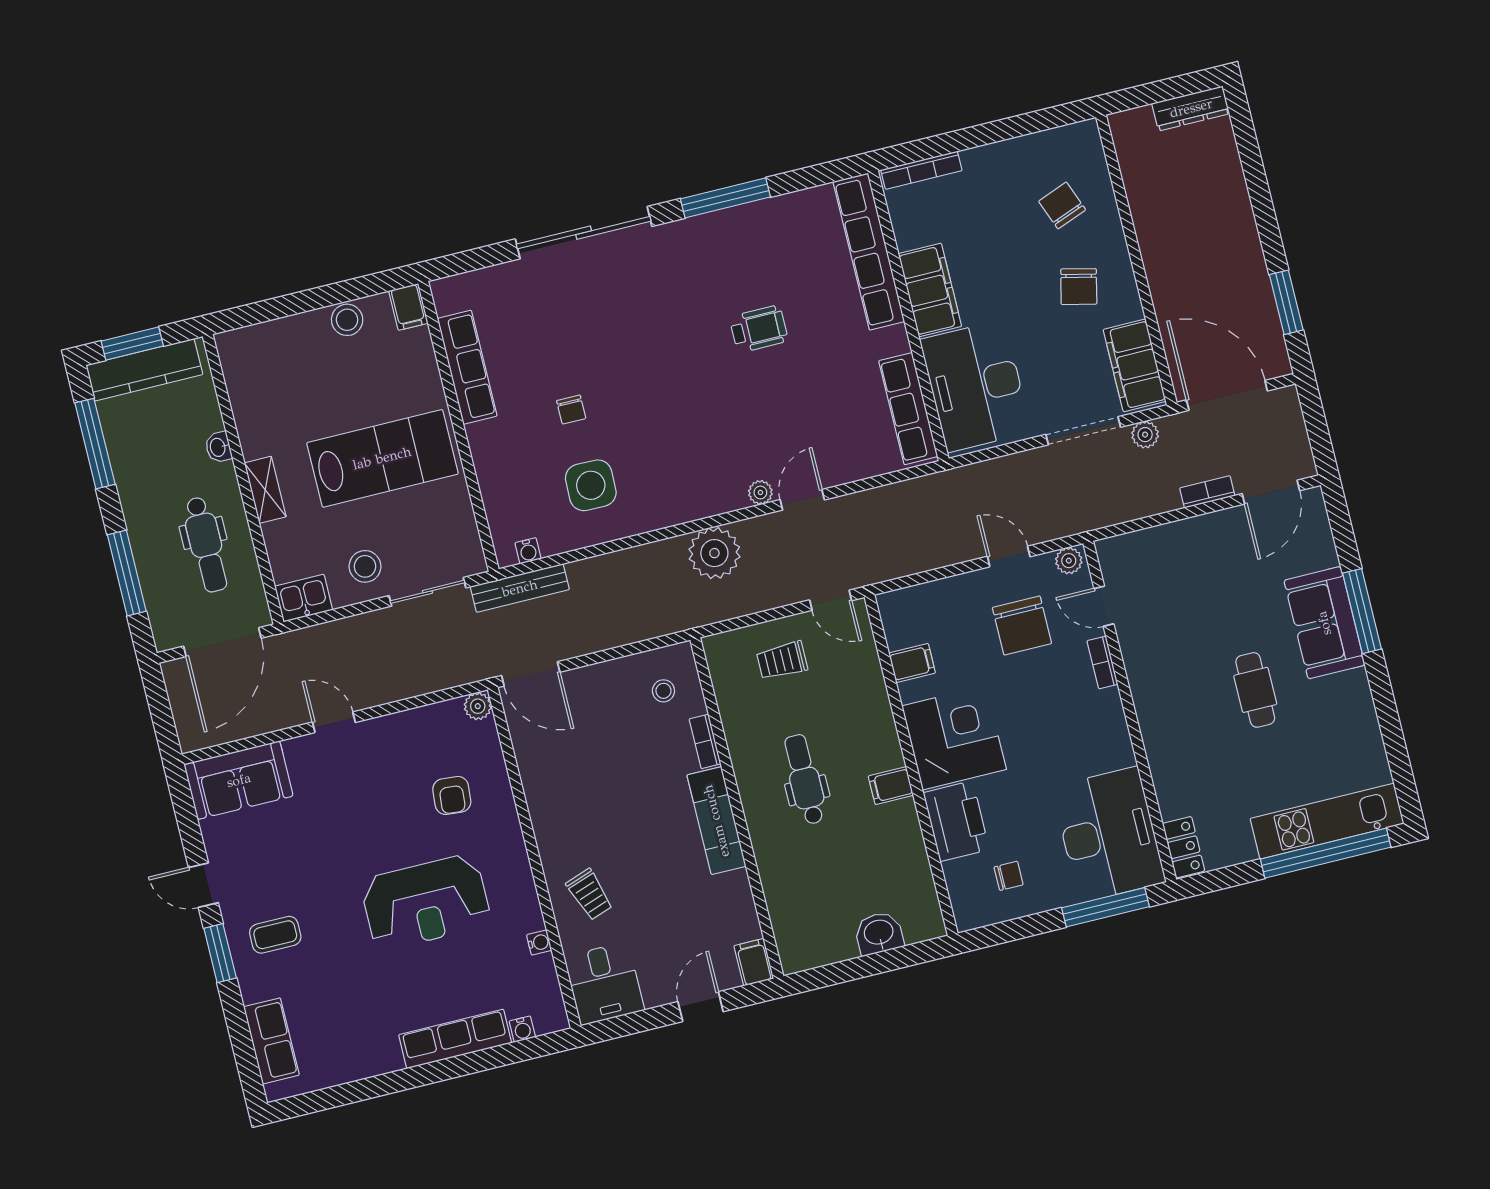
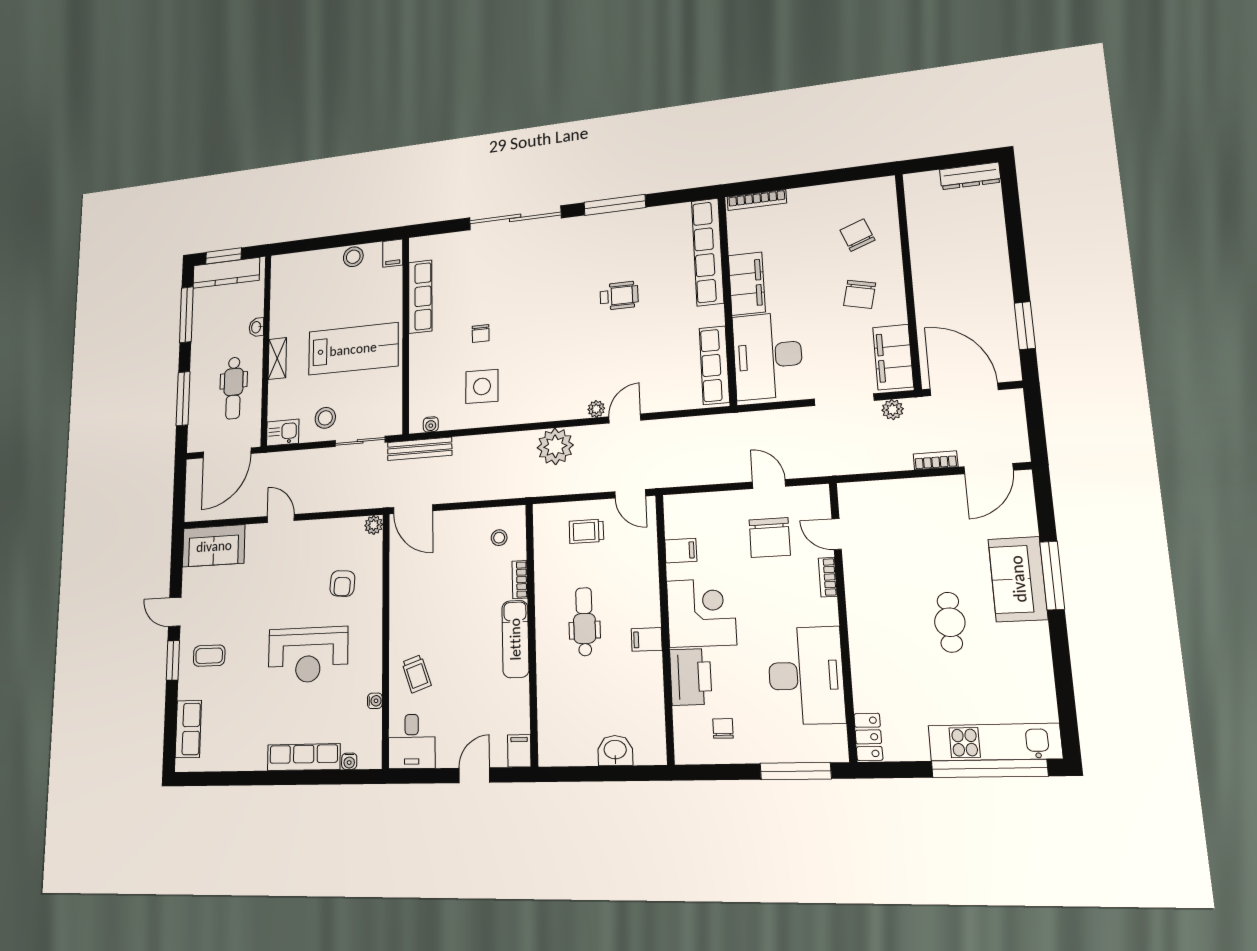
plant: (1069, 561) -> (815, 495), removed
desk: (1109, 835) -> (806, 676), moved
chair: (1009, 876) -> (723, 728), turned -90

